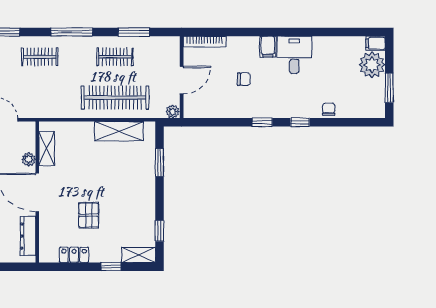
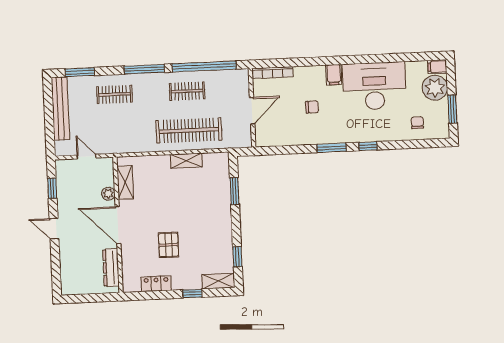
window: (134, 32) -> (204, 66), width x2.11
desk: (294, 55) -> (374, 86), width x1.87, depth x1.30
chair: (329, 109) -> (417, 123), moved
plant: (173, 112) -> (245, 141), removed
window: (262, 122) -> (332, 148), width x1.50
shelving: (119, 131) -> (186, 161), width x0.67, depth x0.75

